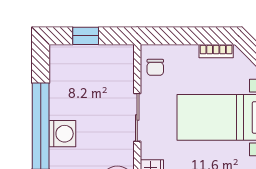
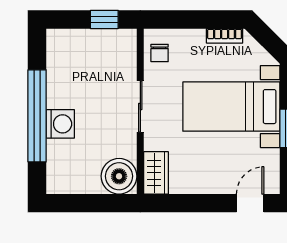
window: (86, 36) -> (104, 19), moved

